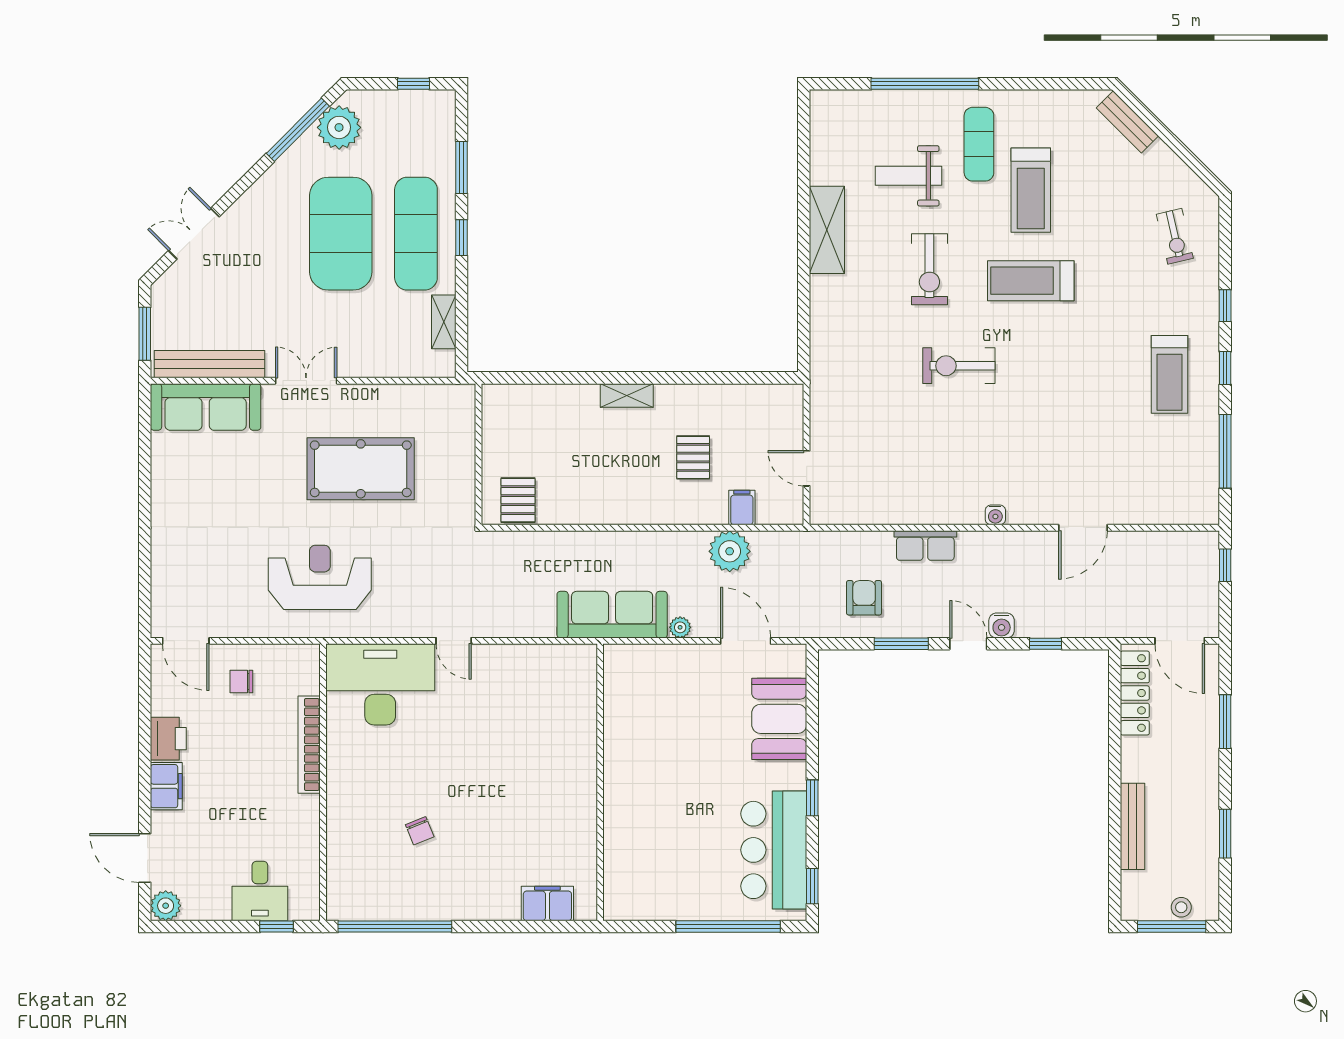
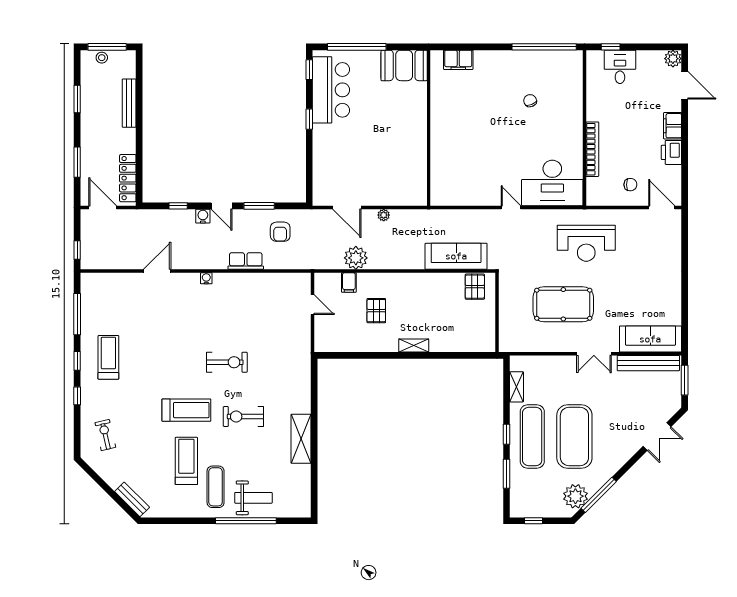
weight bench: (908, 176) -> (253, 498), moved
exercise bike: (929, 269) -> (243, 416), turned -90
sofa: (612, 615) -> (456, 256), moved, turned 180
booth: (779, 719) -> (404, 65), moved, turned 90

